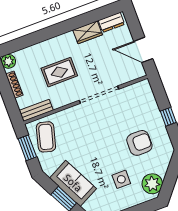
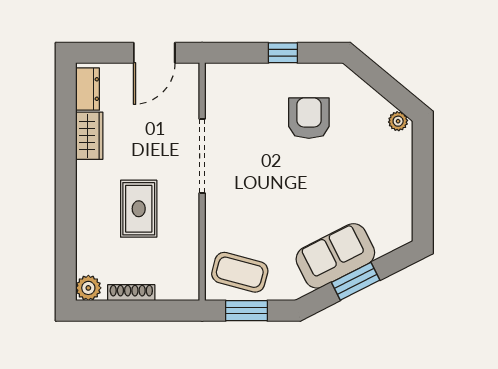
bench: (36, 110) -> (189, 272), removed
side table: (121, 179) -> (359, 172), removed
plant: (152, 184) -> (398, 121), width x0.53, depth x0.53

